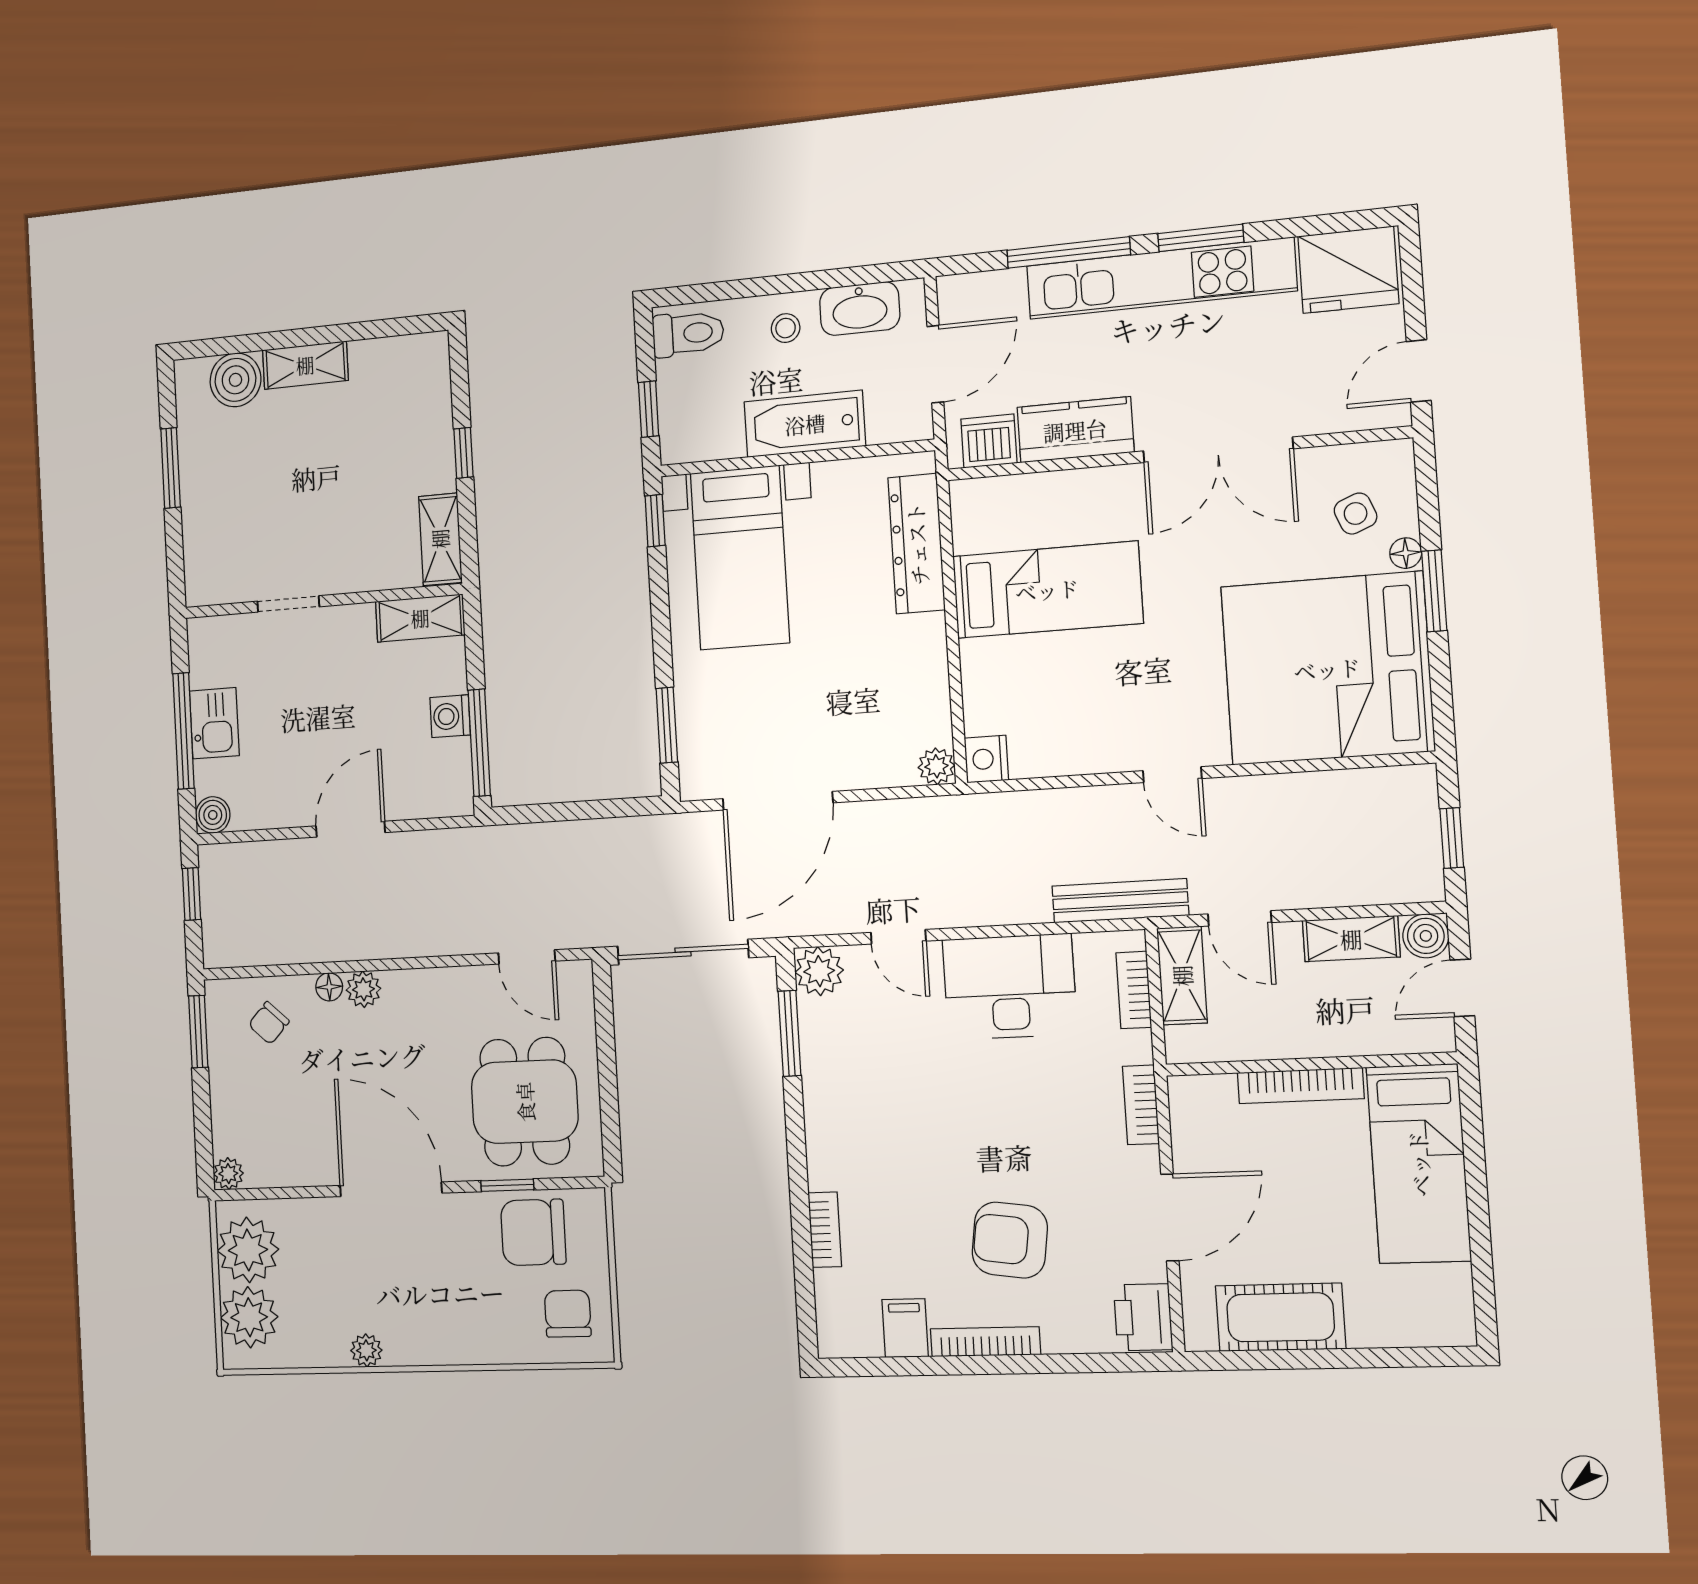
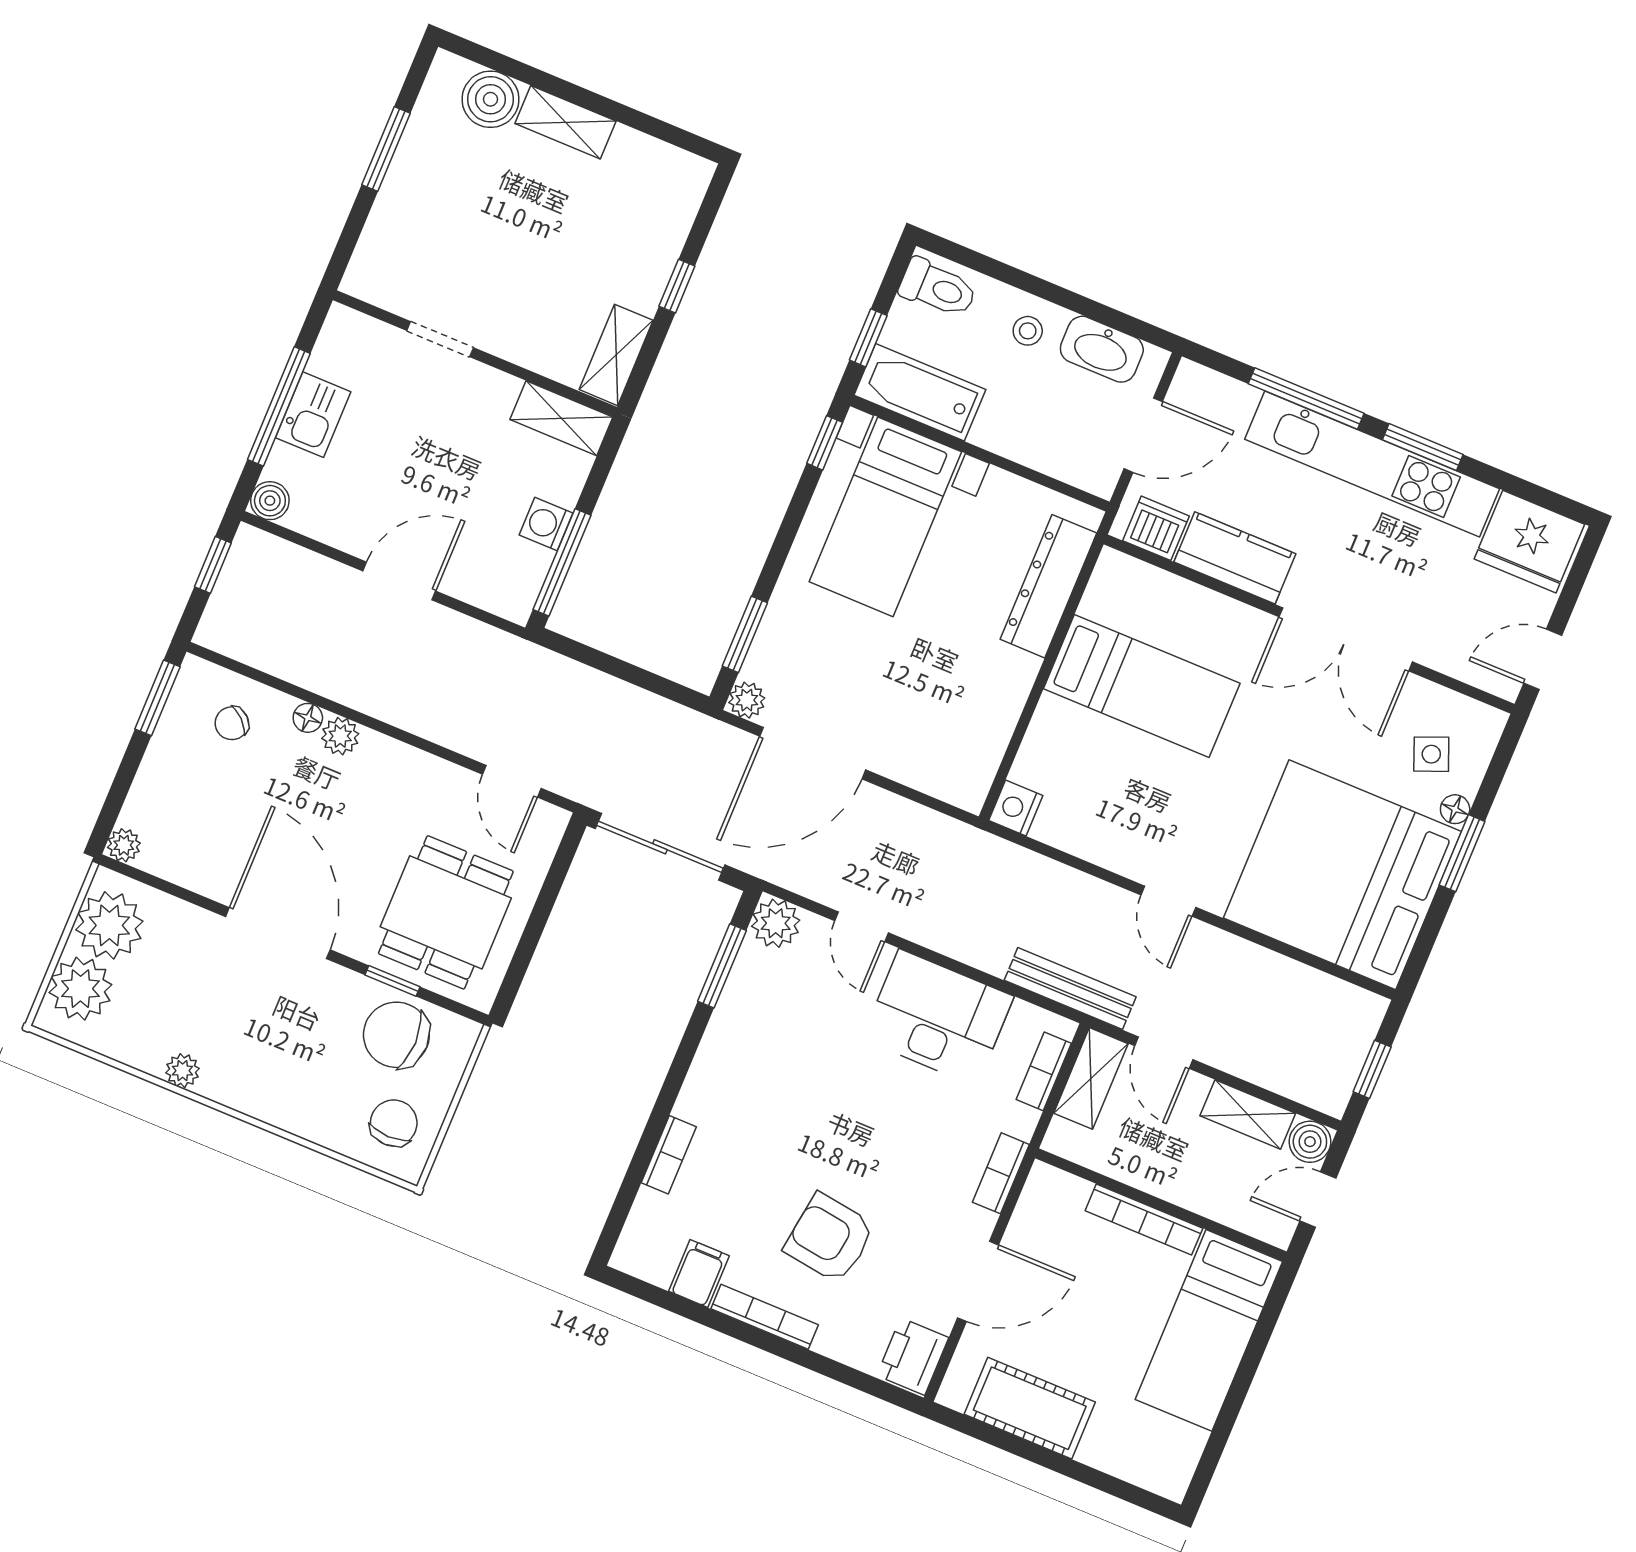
bathtub: (805, 424) -> (920, 392), moved
plant: (936, 766) -> (747, 700), moved

